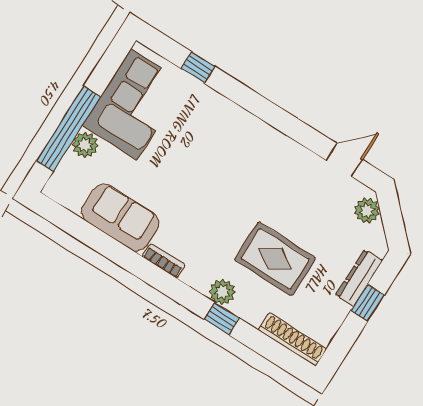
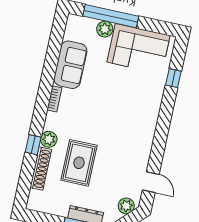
shoe rack: (292, 339) -> (41, 169), moved

